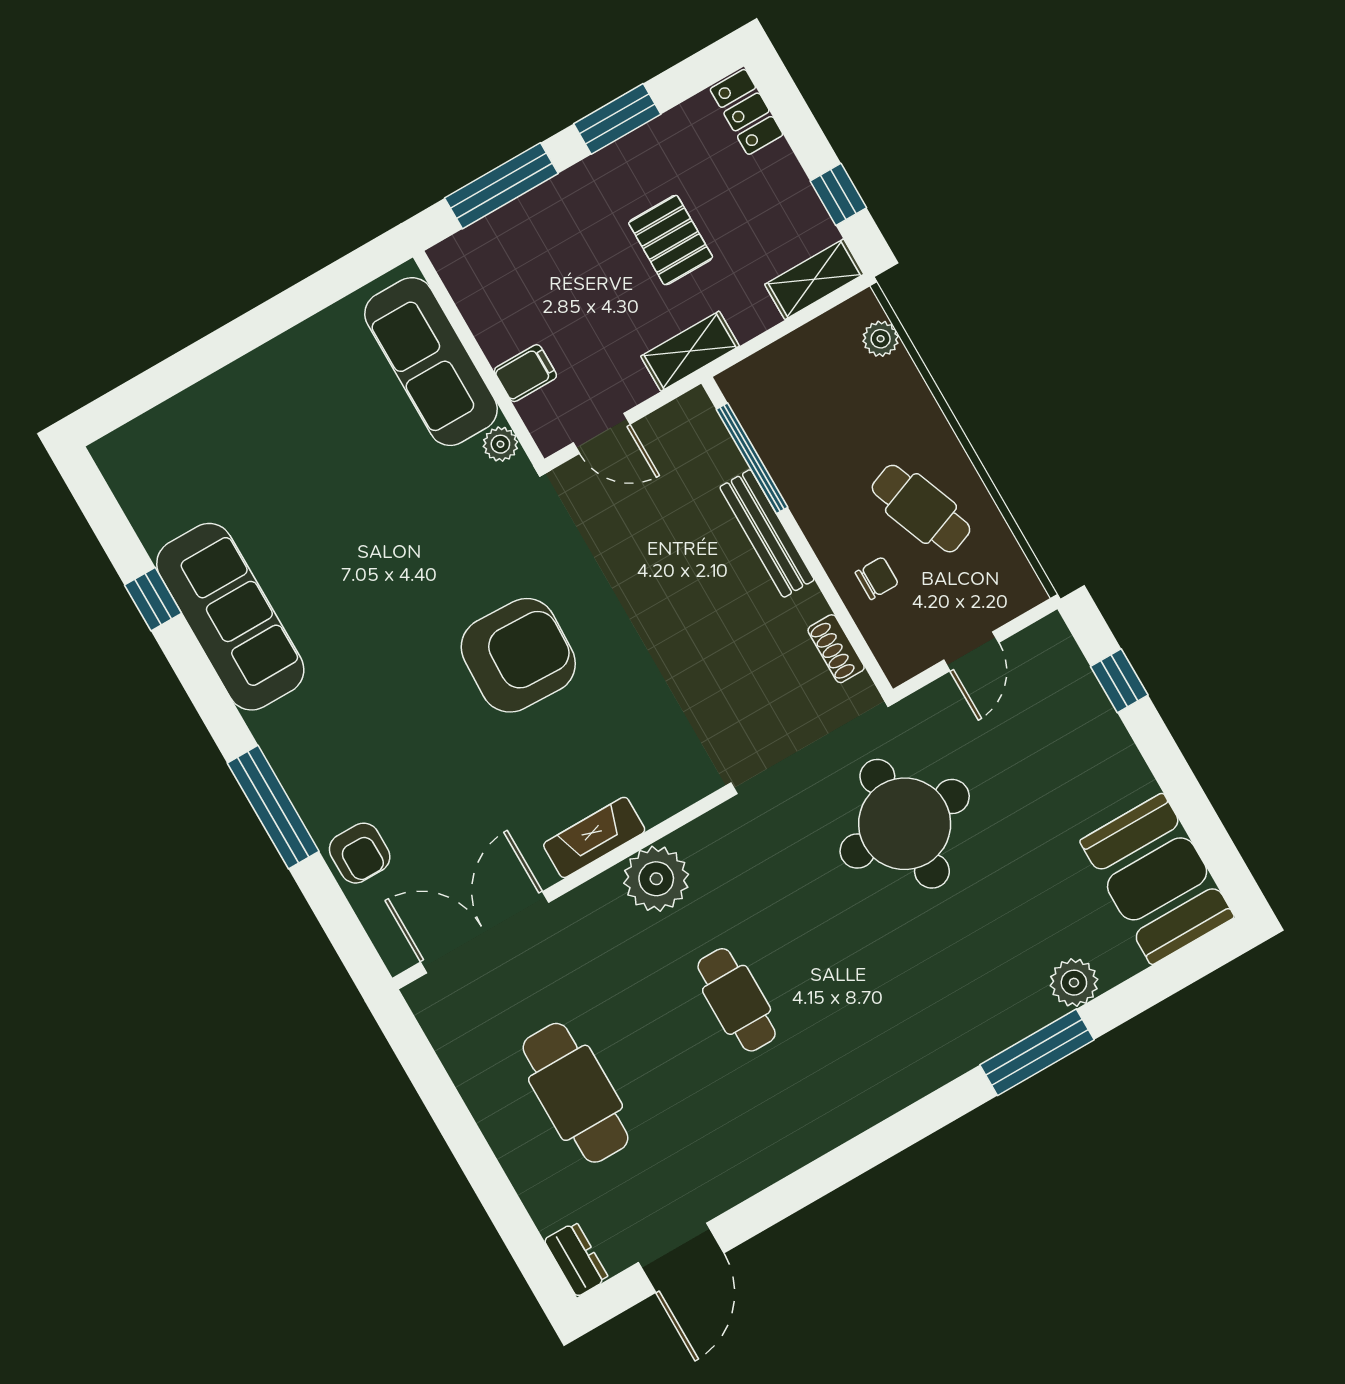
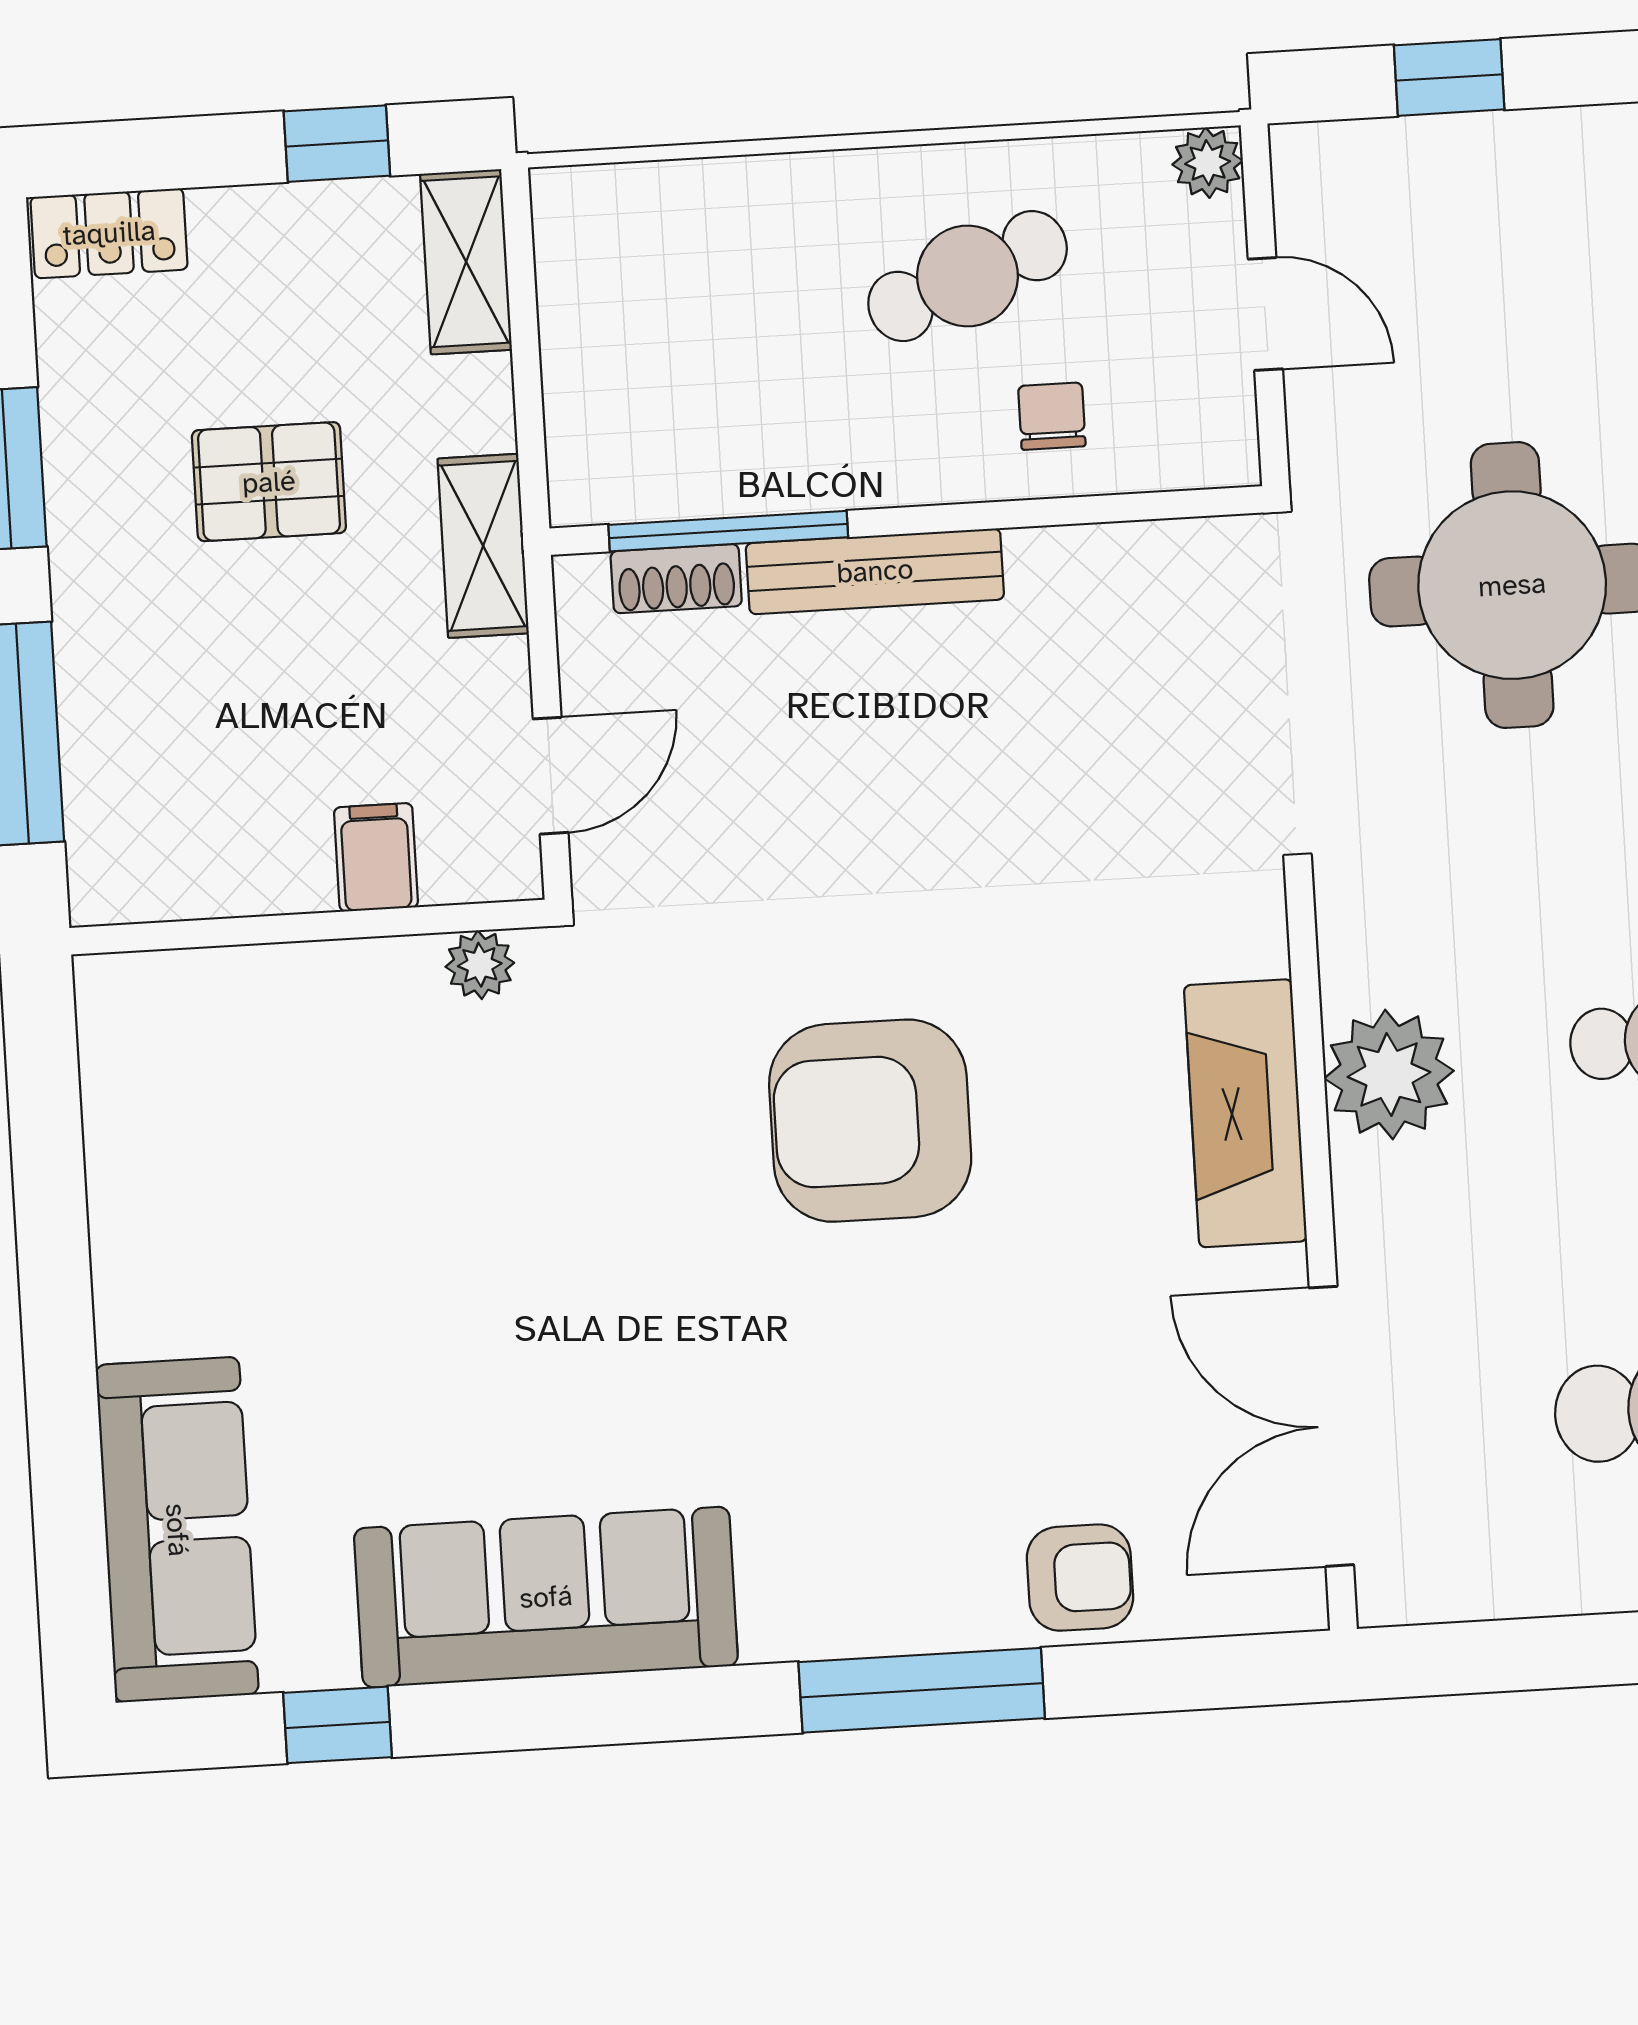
plant: (881, 339) -> (1208, 163), moved
sofa: (431, 362) -> (177, 1530), moved, turned -90
window: (153, 599) -> (338, 1725), moved
shoe rack: (836, 649) -> (676, 579), moved
armchair: (518, 655) -> (870, 1121), turned -92
fireplace: (594, 837) -> (1245, 1113), width x1.37, depth x1.32

